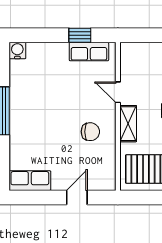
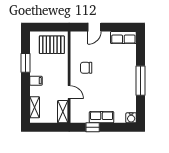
row of seats: (89, 52) -> (102, 117), moved
shelving: (128, 124) -> (63, 112), moved

